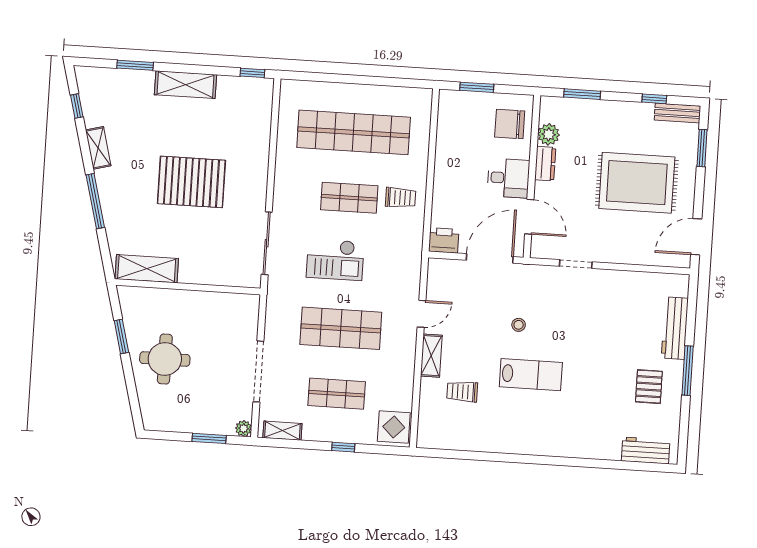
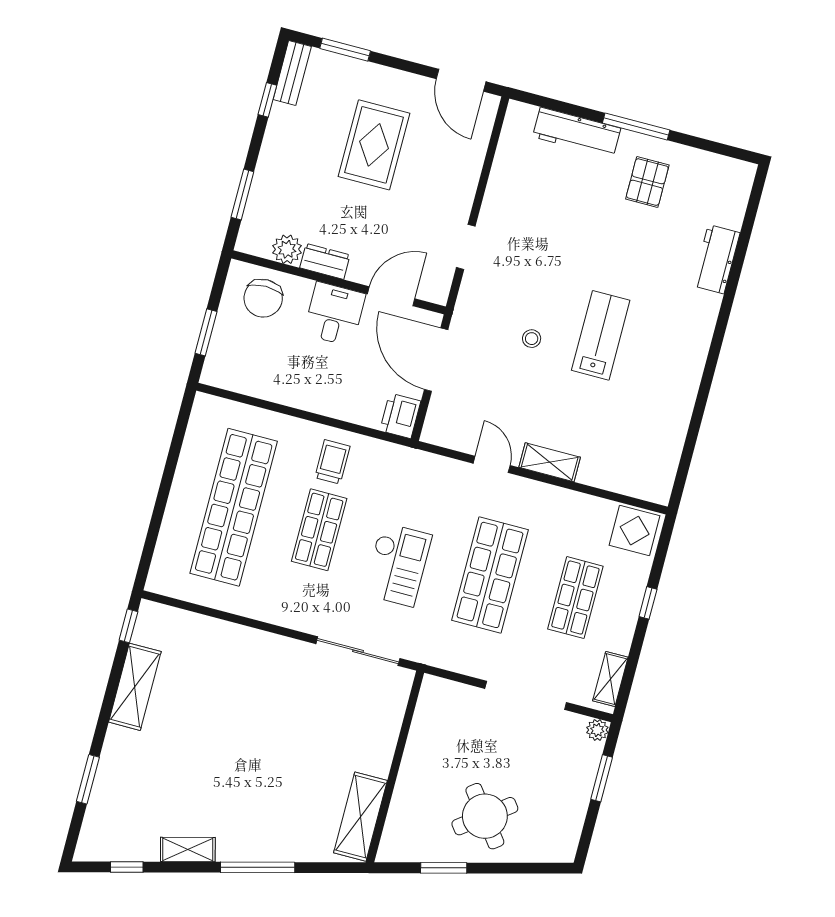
shelving: (185, 85) -> (135, 687), moved
pallet: (191, 182) -> (257, 735), removed
rug: (637, 183) -> (374, 145), width x0.73, depth x0.69
round table: (165, 359) -> (485, 816), turned -37
pallet: (649, 387) -> (647, 182), turned 90
trolley: (462, 392) -> (605, 431), removed
workbench: (646, 450) -> (716, 259), moved

